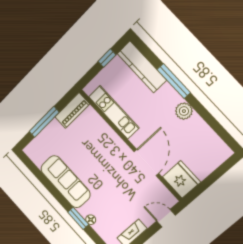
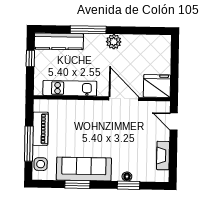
piano: (72, 110) -> (40, 129), moved
side table: (38, 146) -> (41, 164), added
window: (50, 187) -> (77, 184), added
window: (78, 218) -> (129, 185), moved
door: (166, 218) -> (174, 121), hinge flipped

